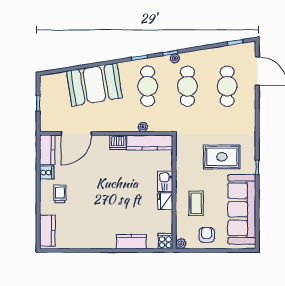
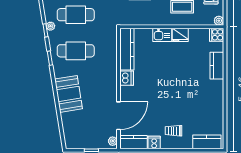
booth: (94, 85) -> (68, 94), width x0.73, depth x0.70
plant: (143, 127) -> (113, 141), moved
door: (76, 133) -> (119, 116), hinge flipped

